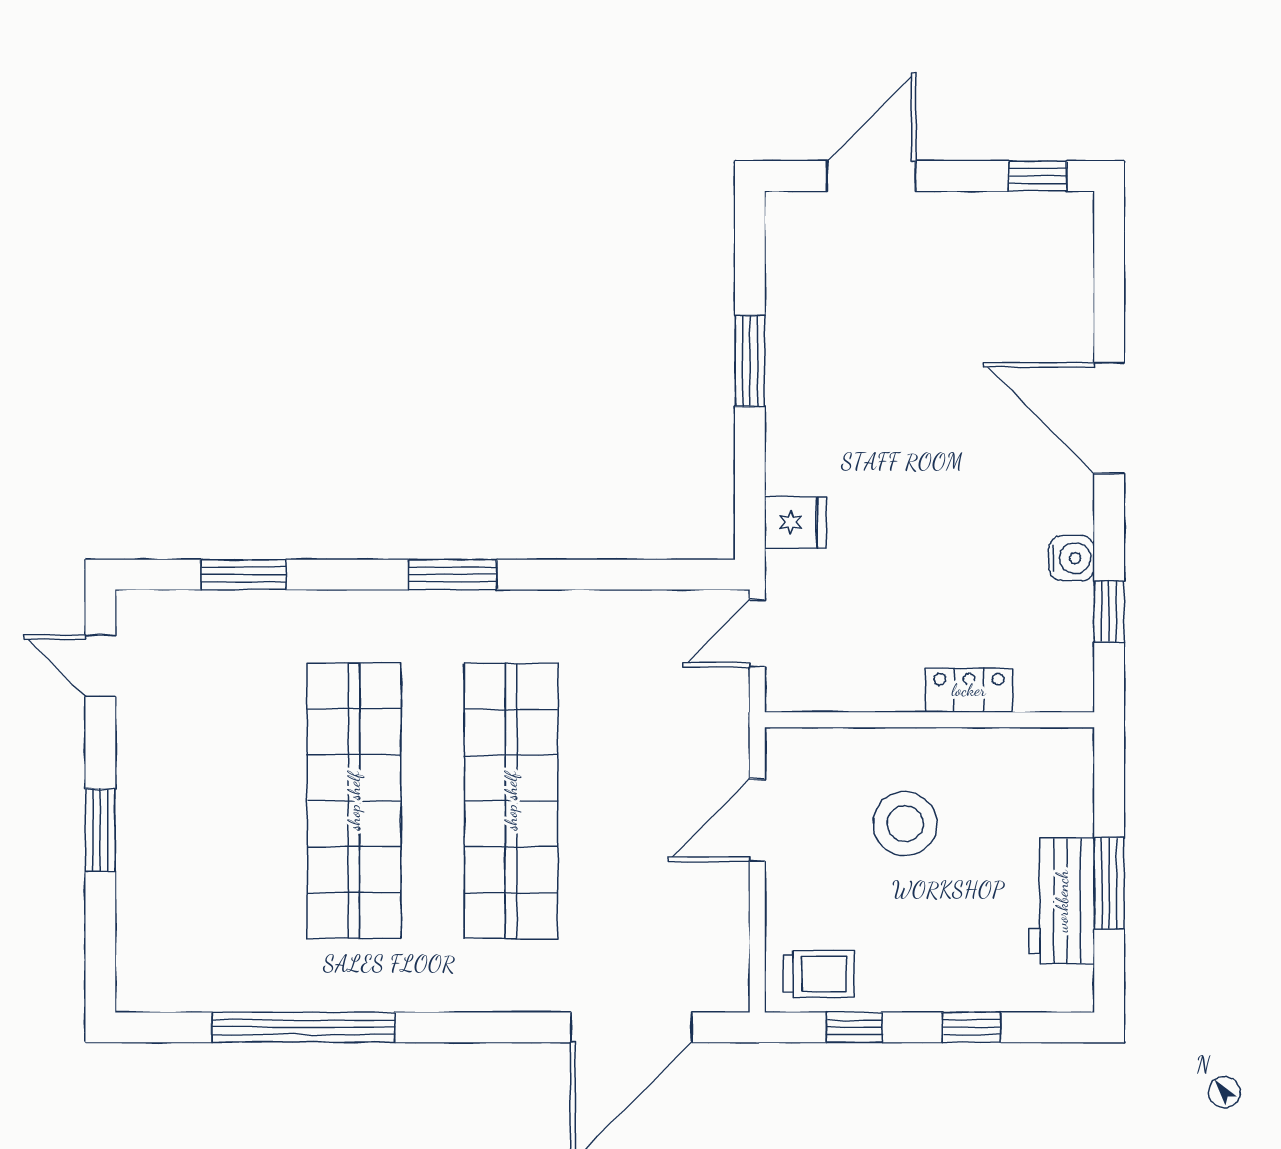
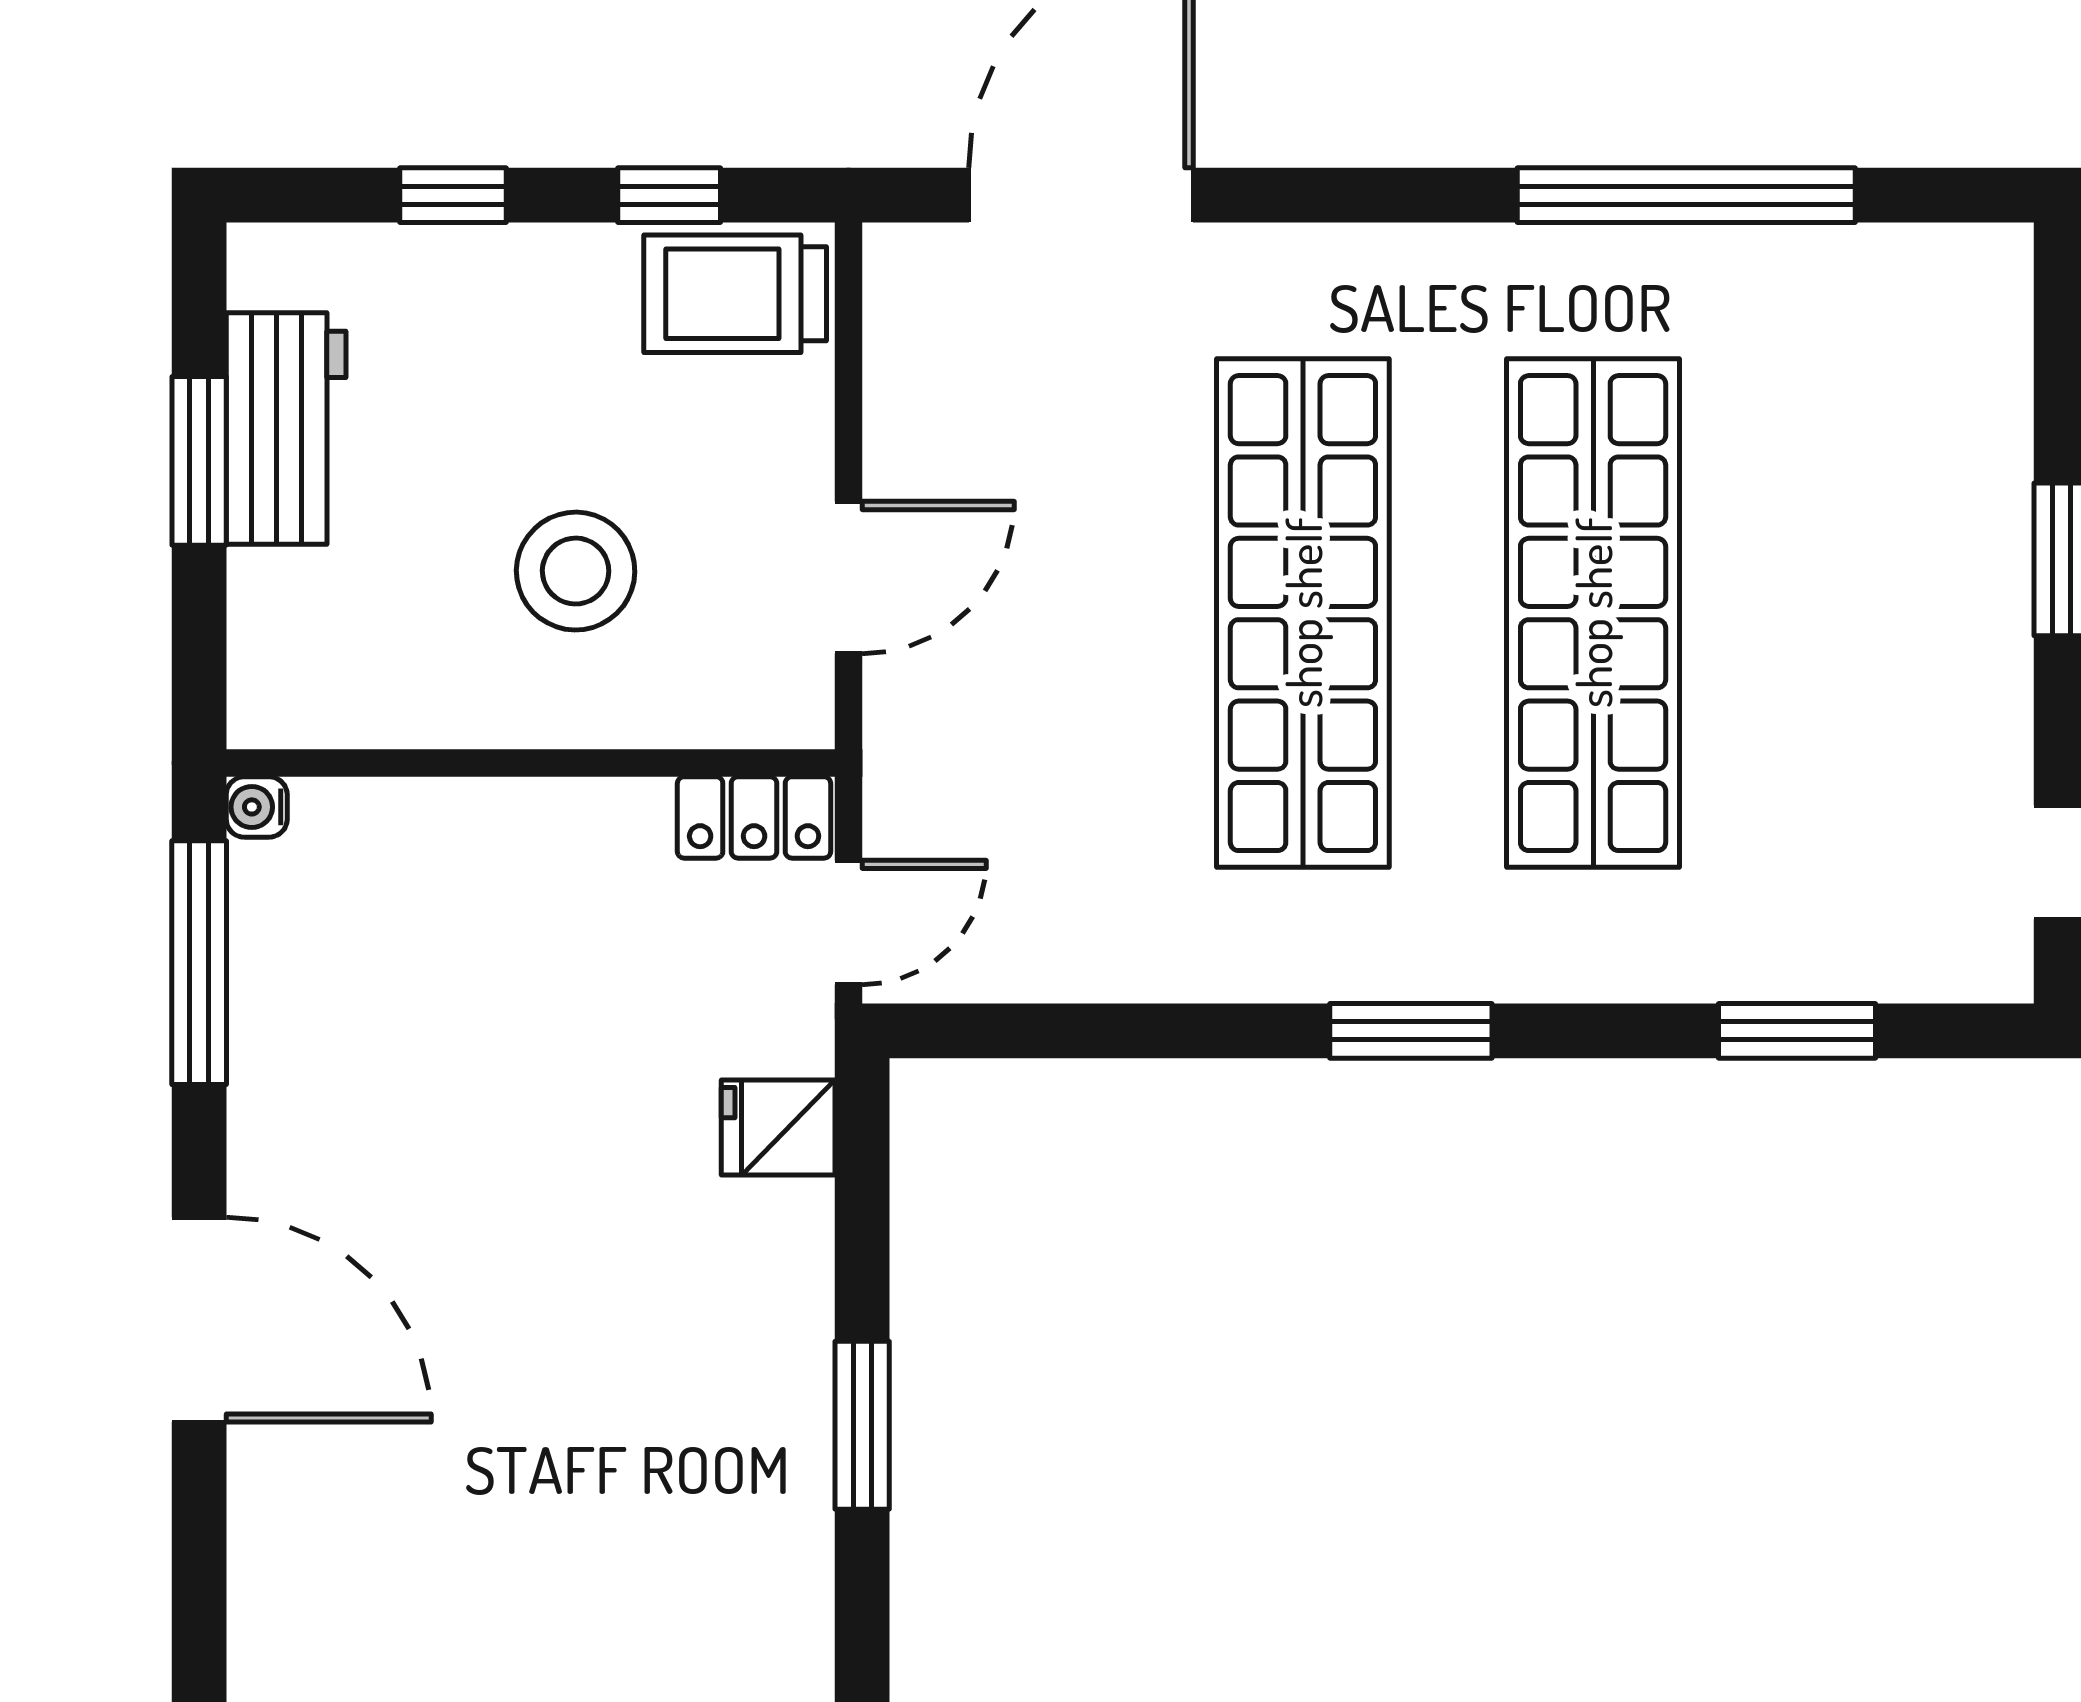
water cooler: (1072, 558) -> (257, 807), moved, width x0.72, depth x0.72
window: (1109, 612) -> (199, 963), width x2.17
locker: (969, 690) -> (754, 817), moved
trolley: (819, 974) -> (735, 294), width x1.36, depth x1.39

